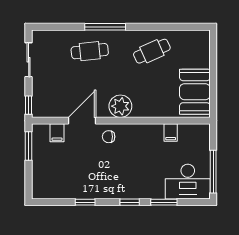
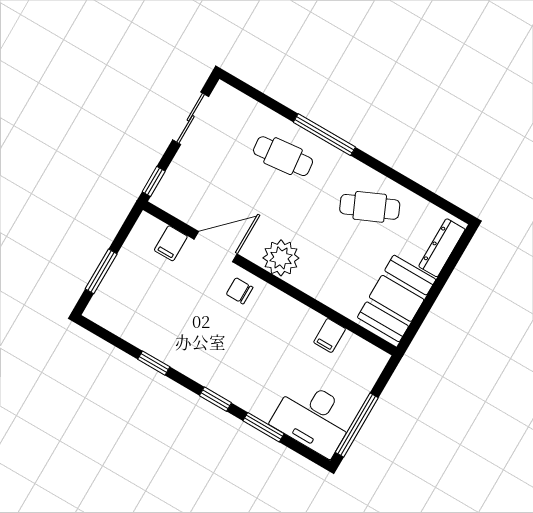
dresser: (203, 51) -> (442, 248), added
window: (29, 146) -> (101, 271), moved

